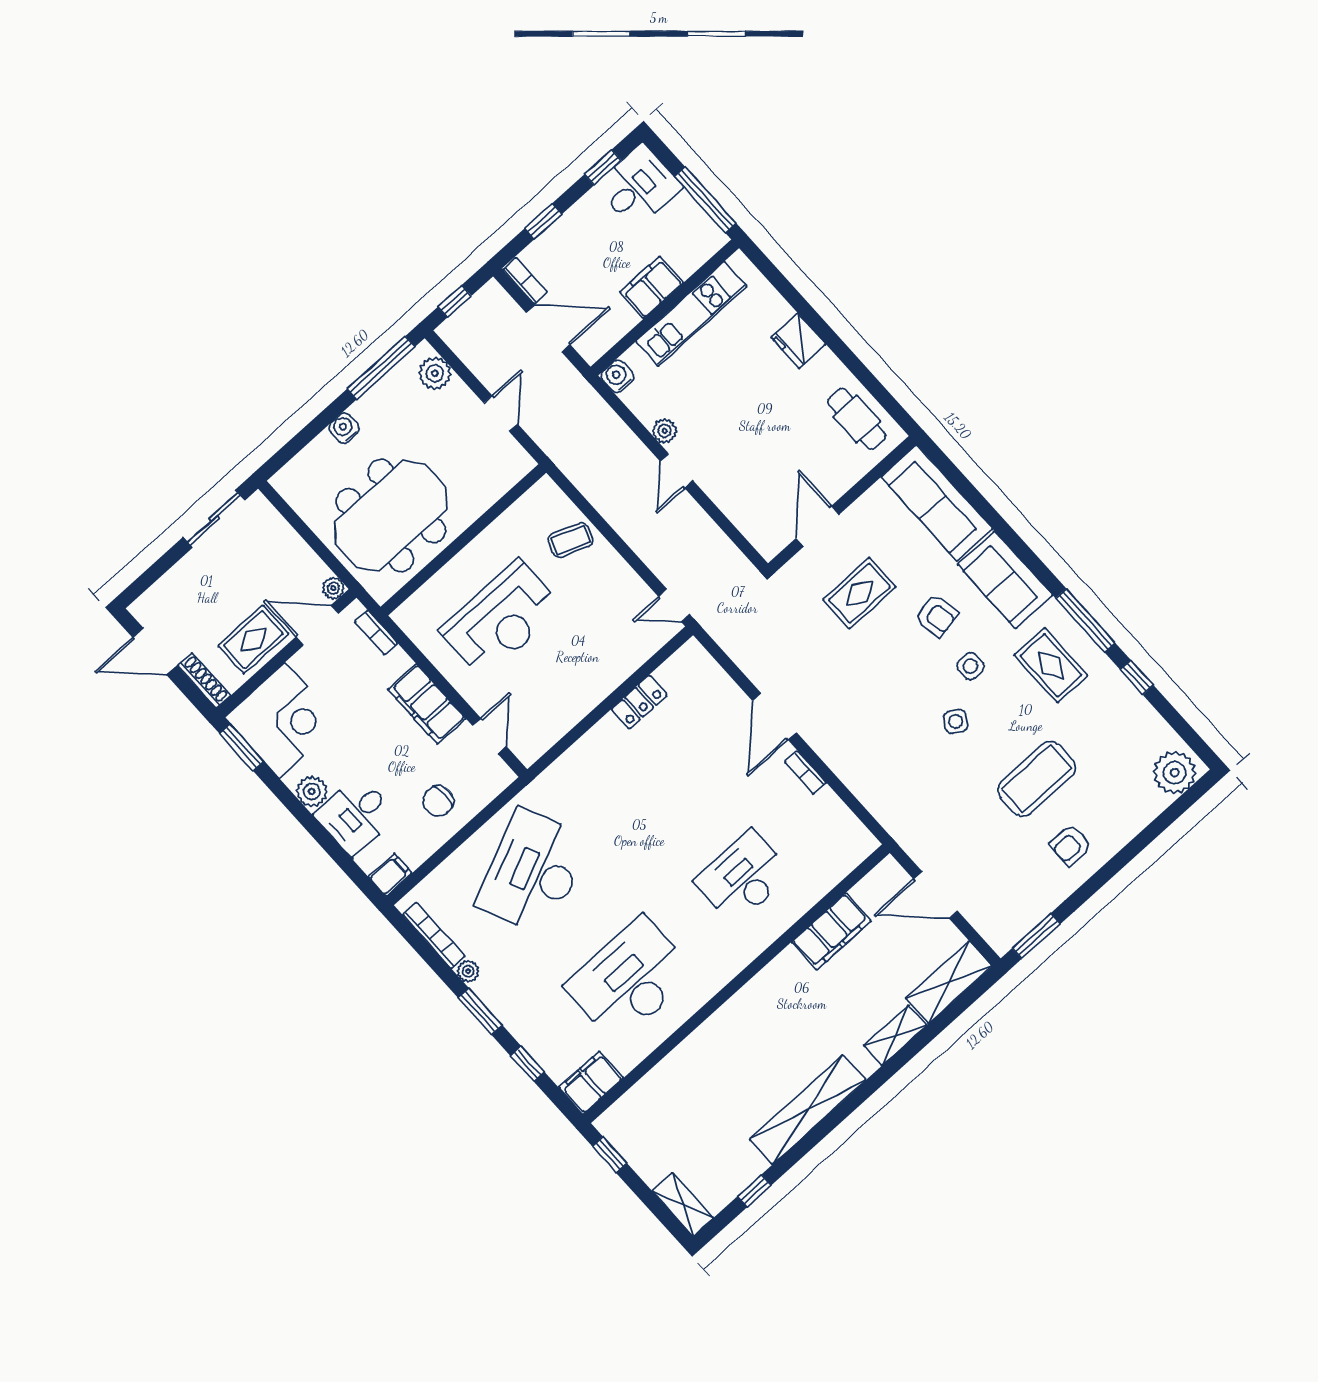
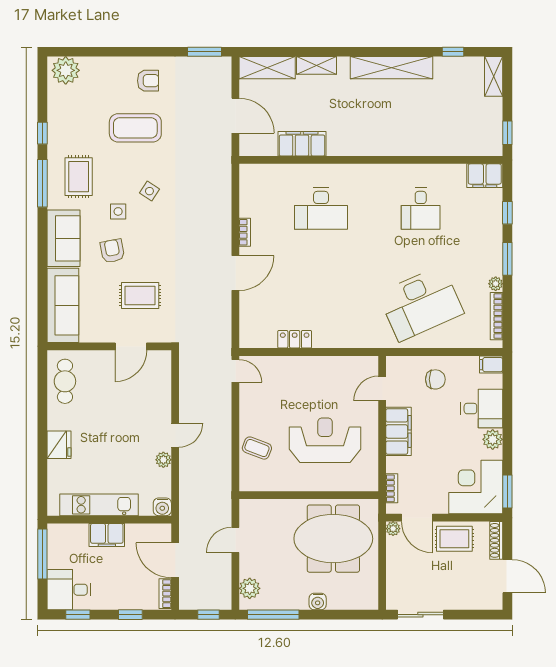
desk: (630, 980) -> (421, 209), width x0.53, depth x0.77

